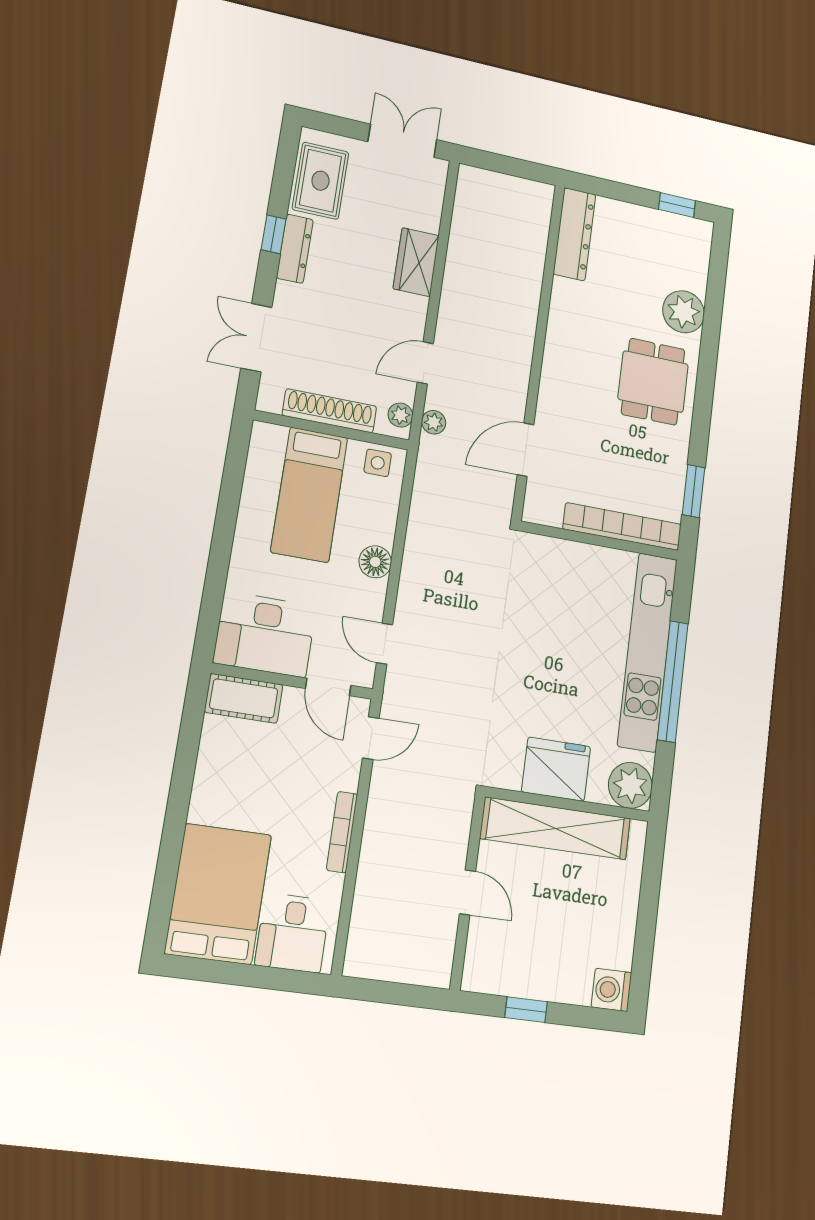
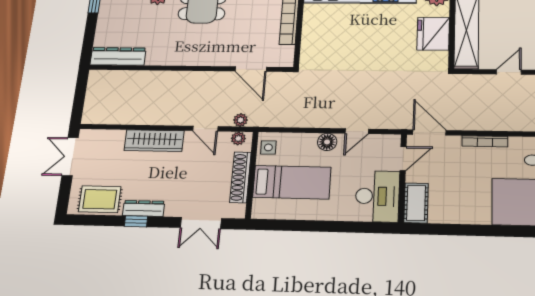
wardrobe: (416, 262) -> (154, 141), width x1.50
door: (384, 644) -> (357, 131), moved
door: (371, 738) -> (429, 132), width x1.38

